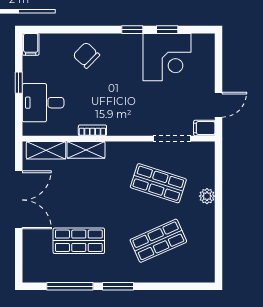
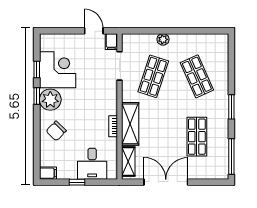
plant: (128, 47) -> (50, 100), added
shelving: (86, 150) -> (130, 124), width x1.50, depth x1.33
window: (70, 286) -> (231, 156), moved

